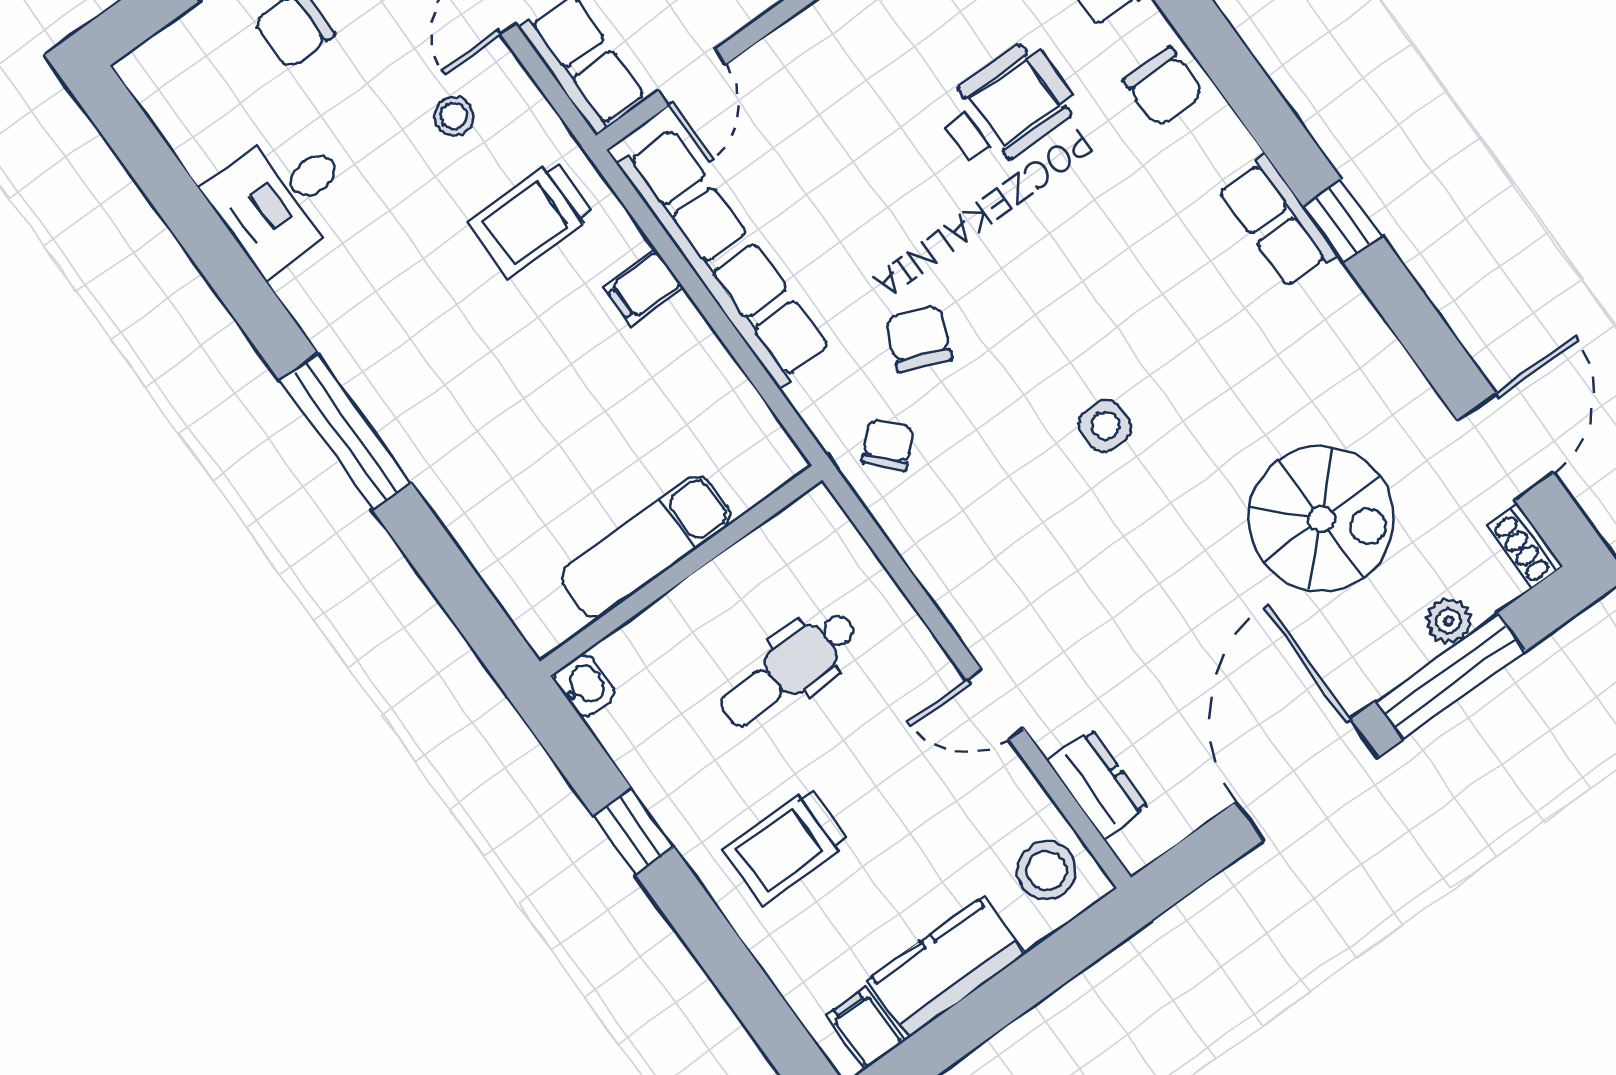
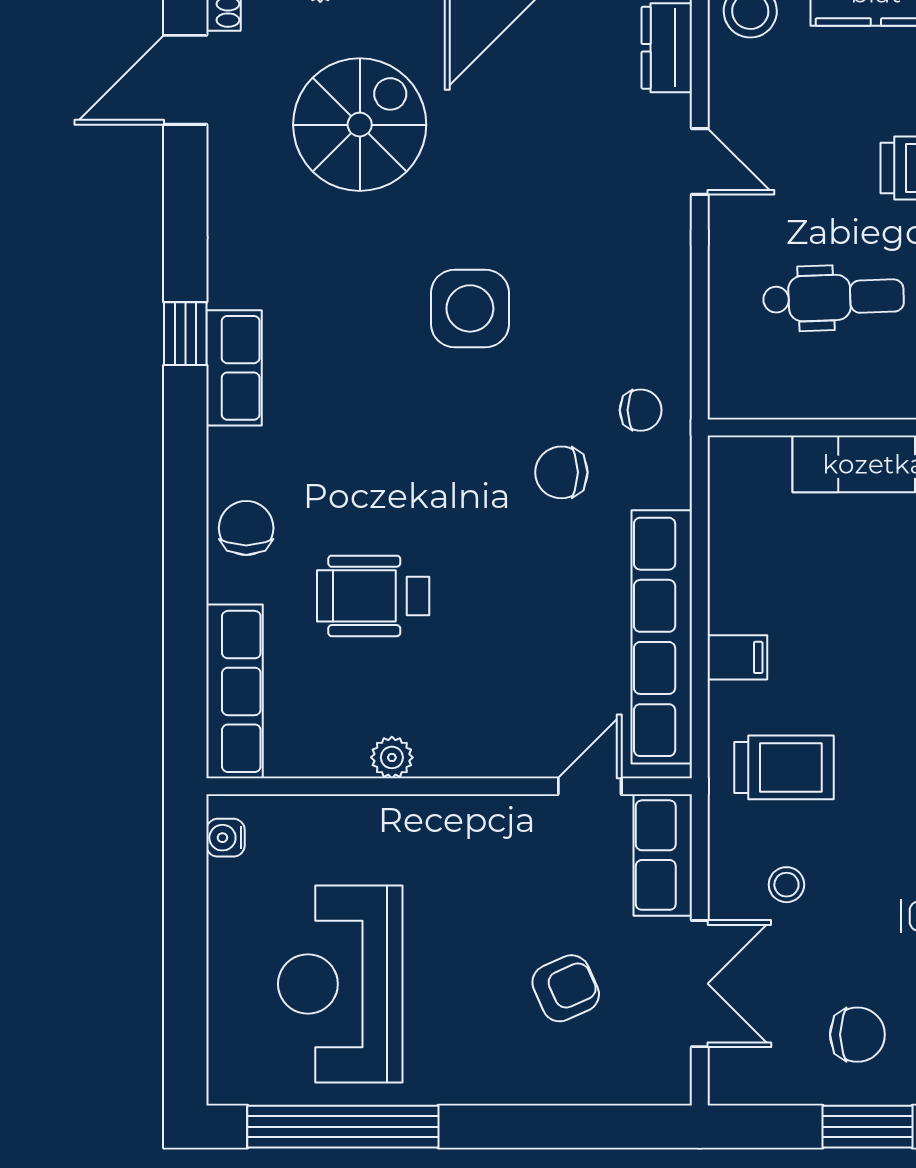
chair: (919, 339) -> (561, 472), turned 68
side table: (1105, 426) -> (470, 308), width x1.87, depth x1.87
chair: (888, 445) -> (641, 410), turned -137
spiral stairs: (1321, 519) -> (360, 125), turned 90

